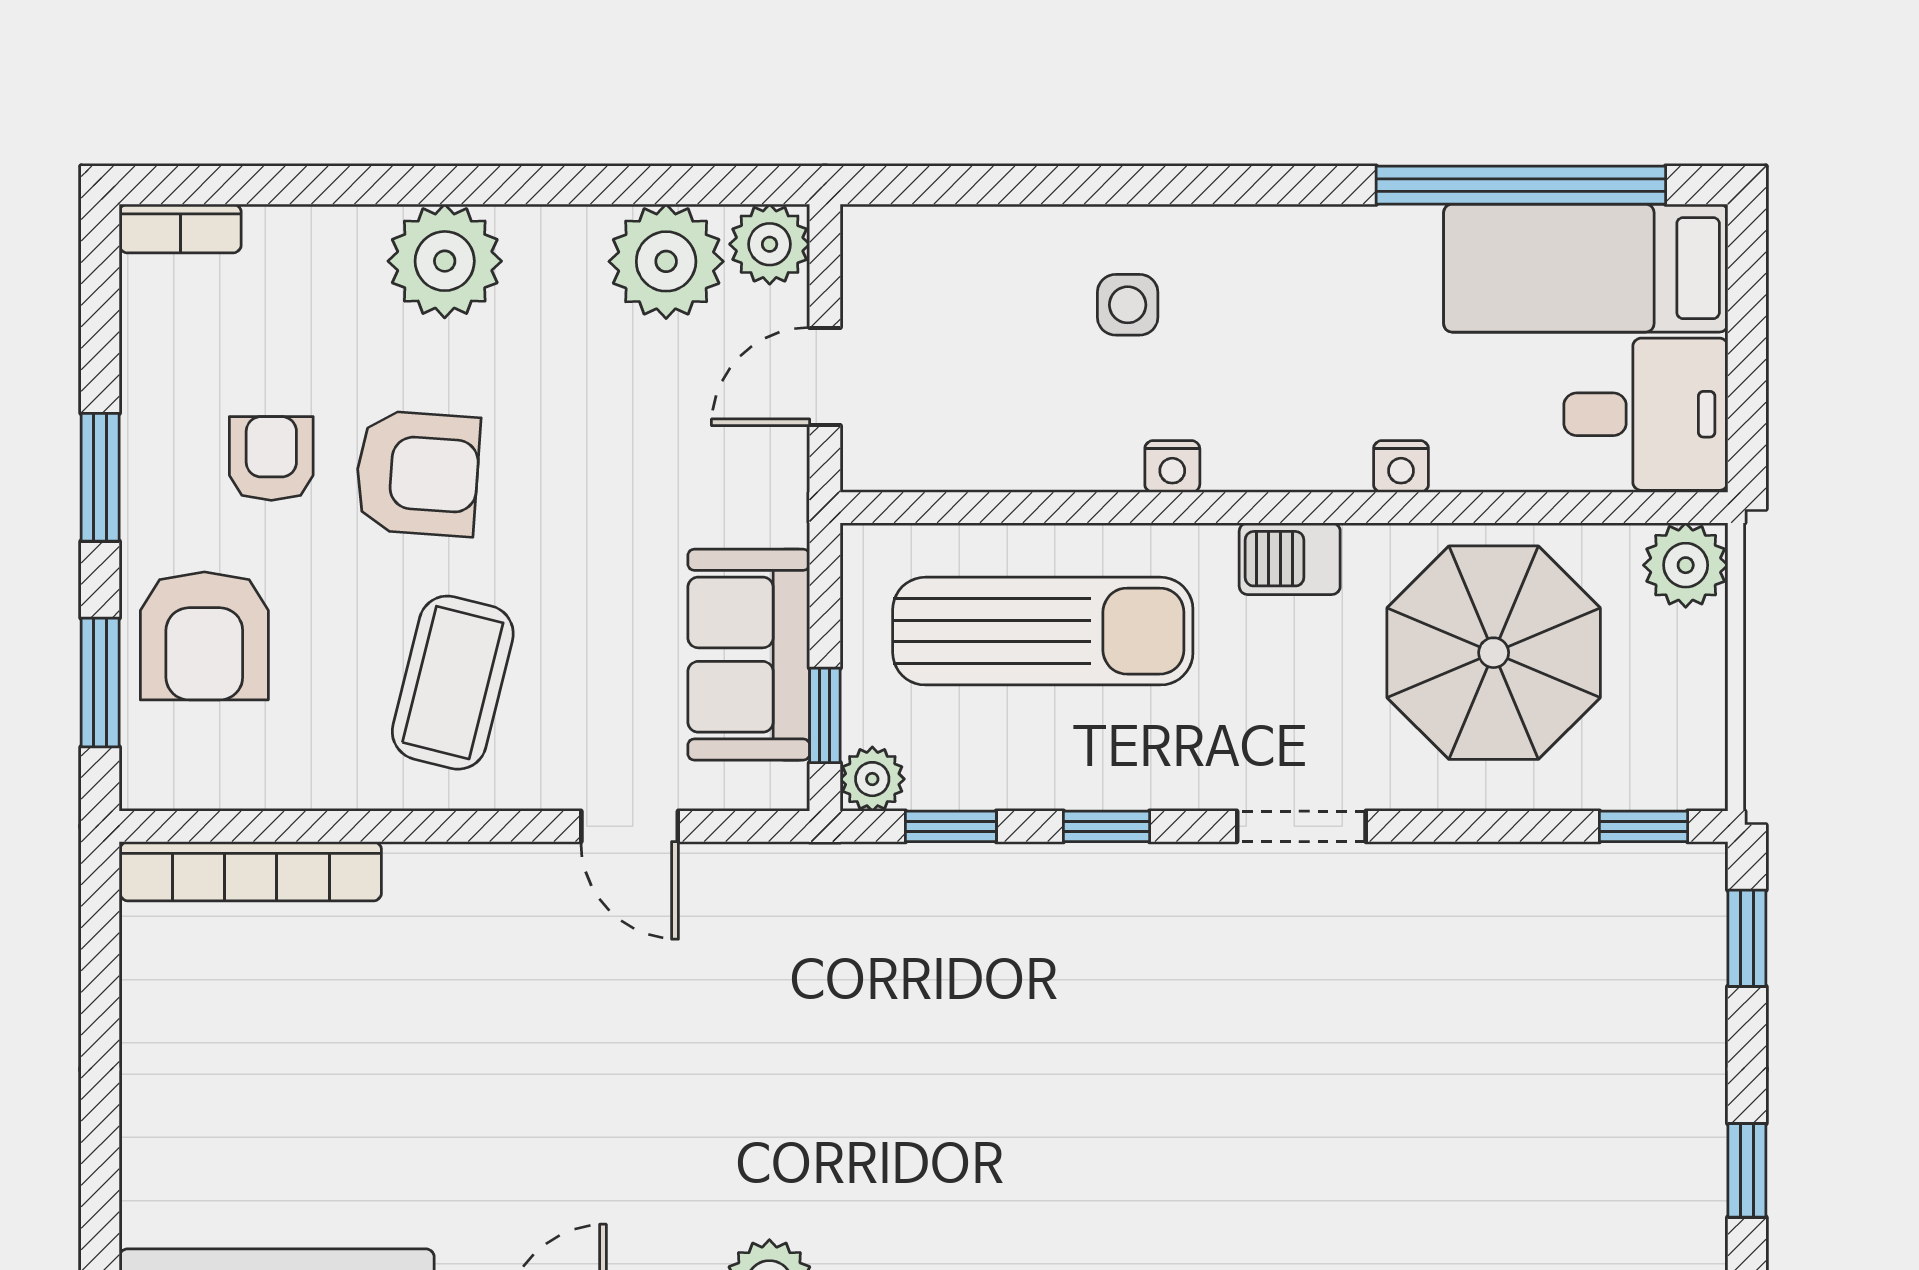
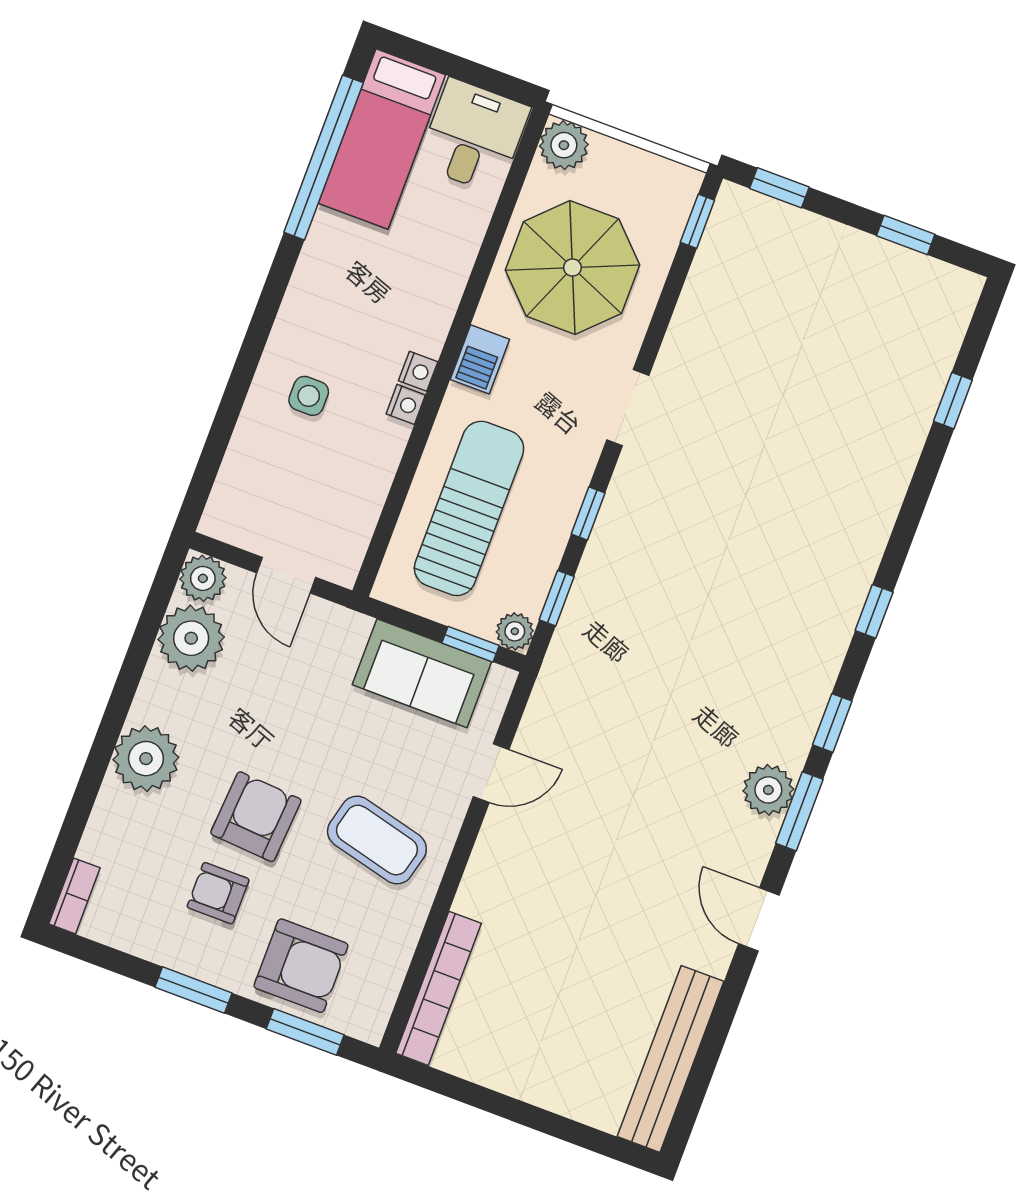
nightstand: (1401, 467) -> (418, 371), moved

